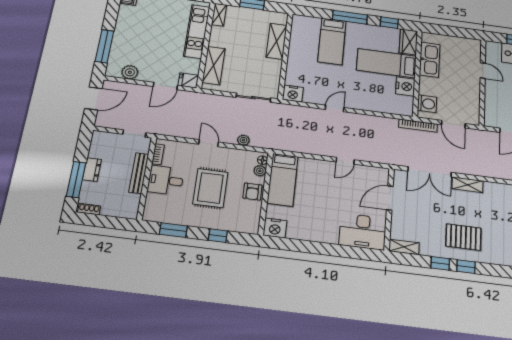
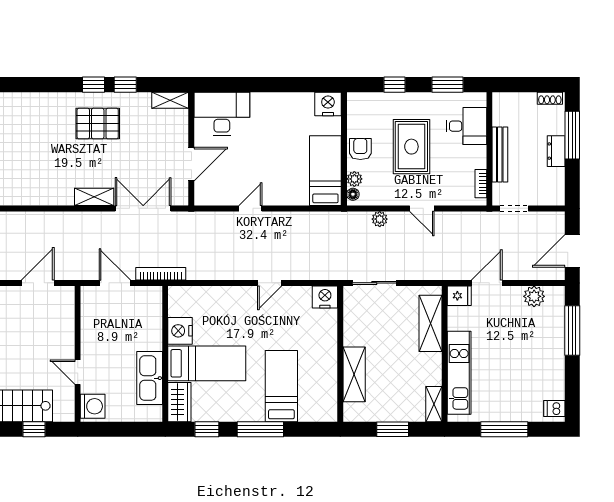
washing machine: (427, 104) -> (93, 406), moved, turned 180
desk: (166, 180) -> (466, 126), moved

